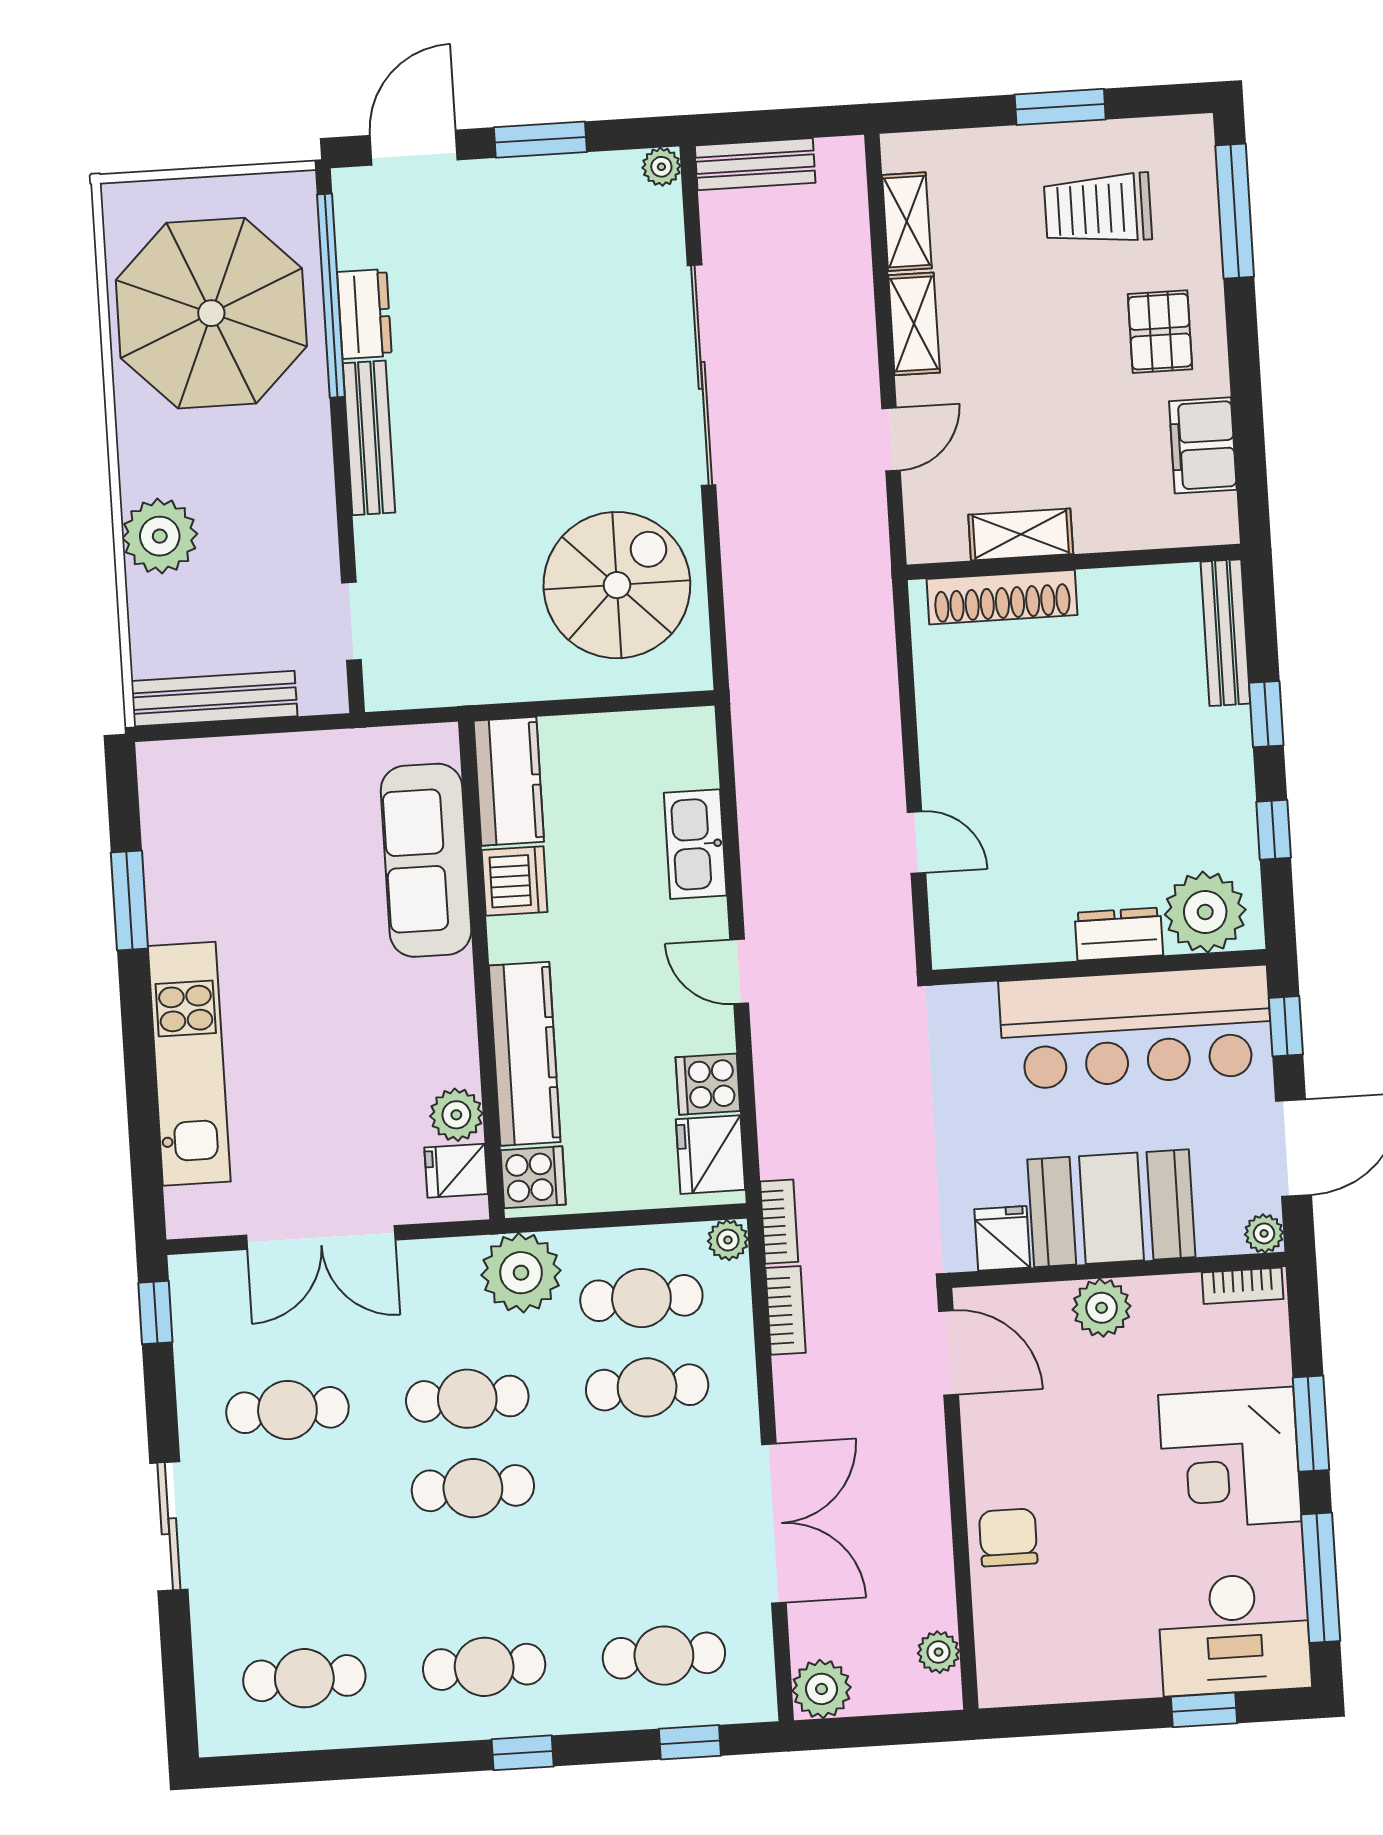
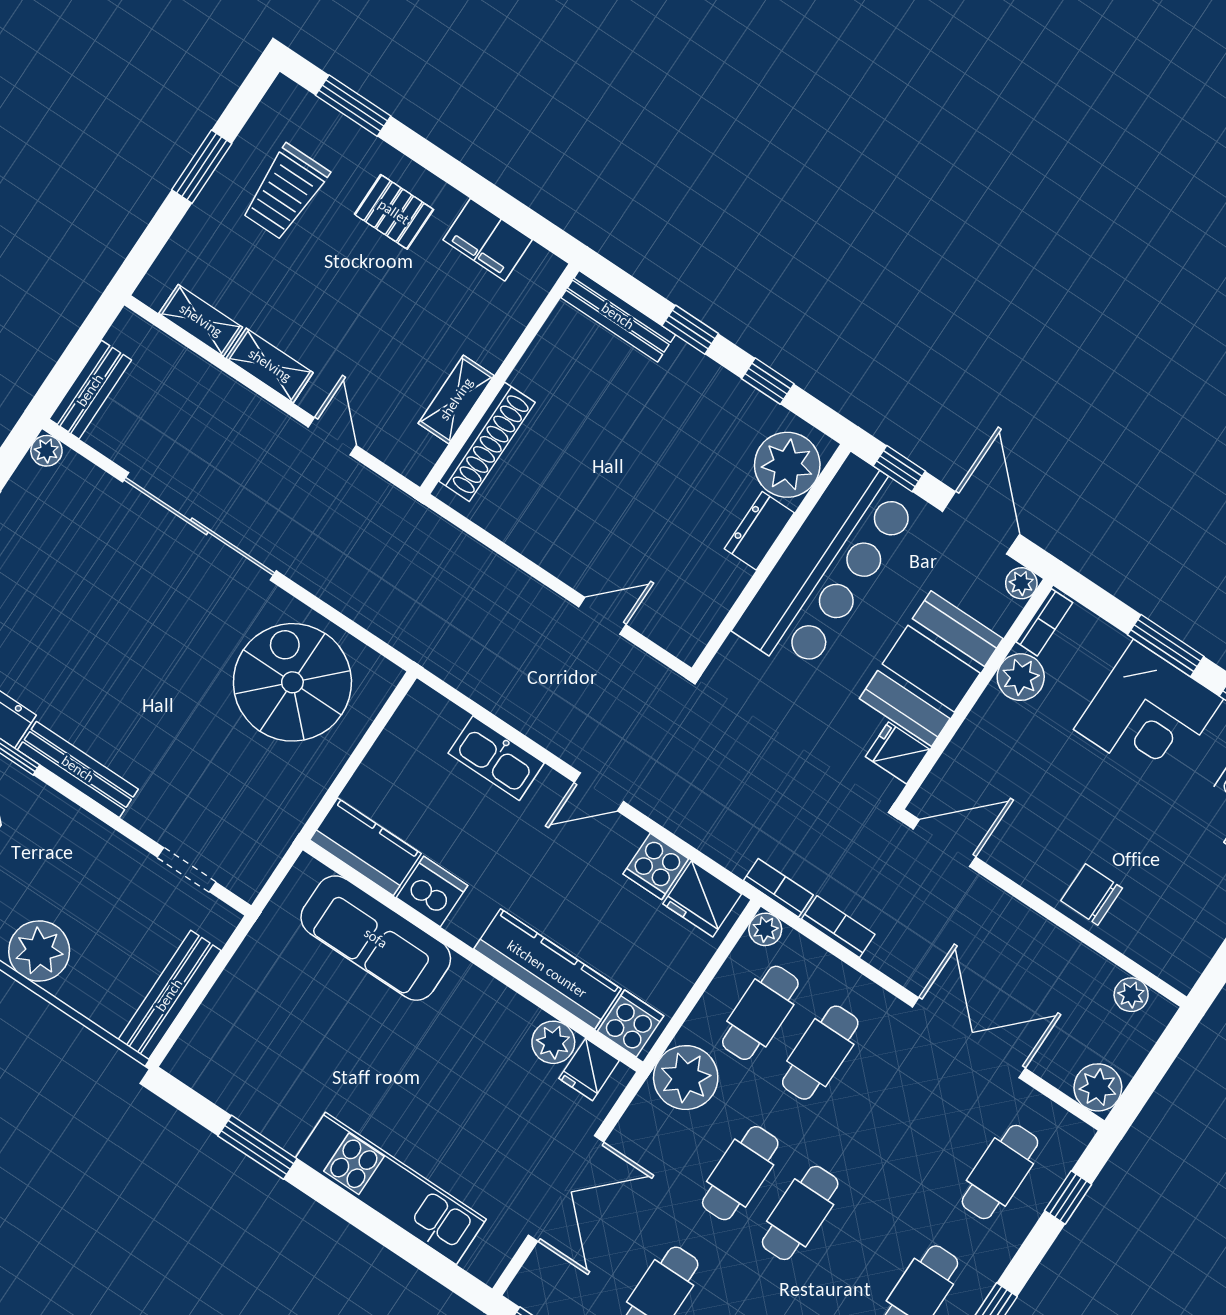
window: (1235, 211) -> (353, 106), width x0.69
plant: (1102, 1308) -> (1021, 677), moved

